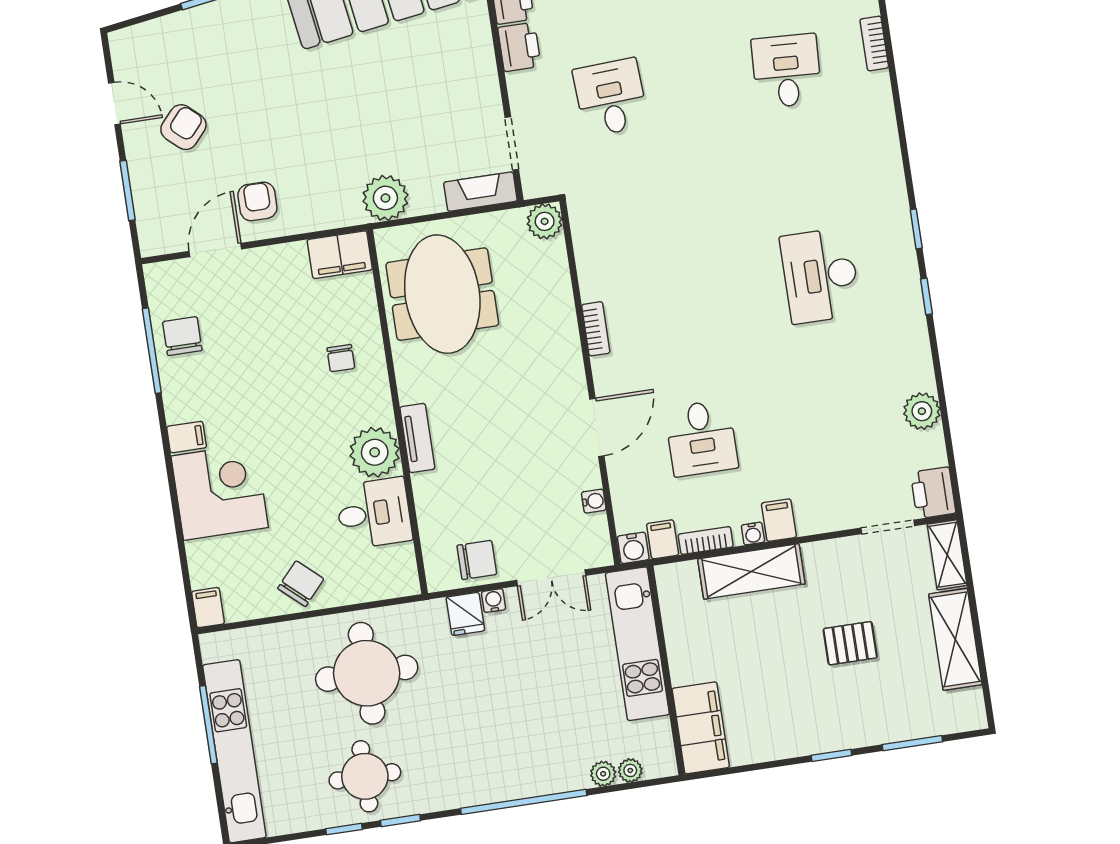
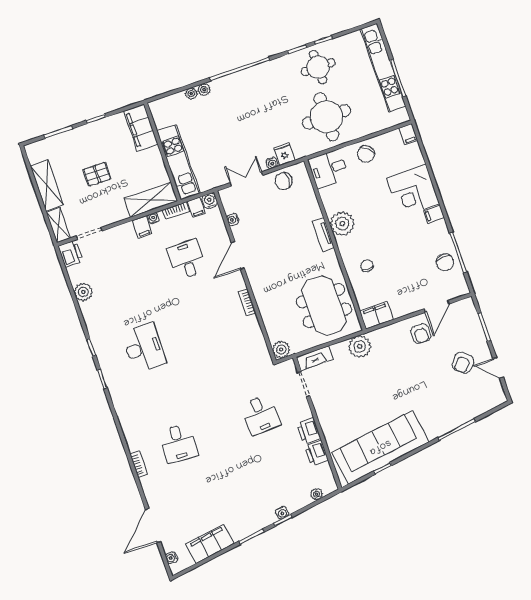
desk: (374, 513) -> (329, 169), moved
kitchen unit: (637, 644) -> (178, 162), moved
wall: (666, 670) -> (162, 152), moved
filing cabinet: (701, 728) -> (141, 127), moved

